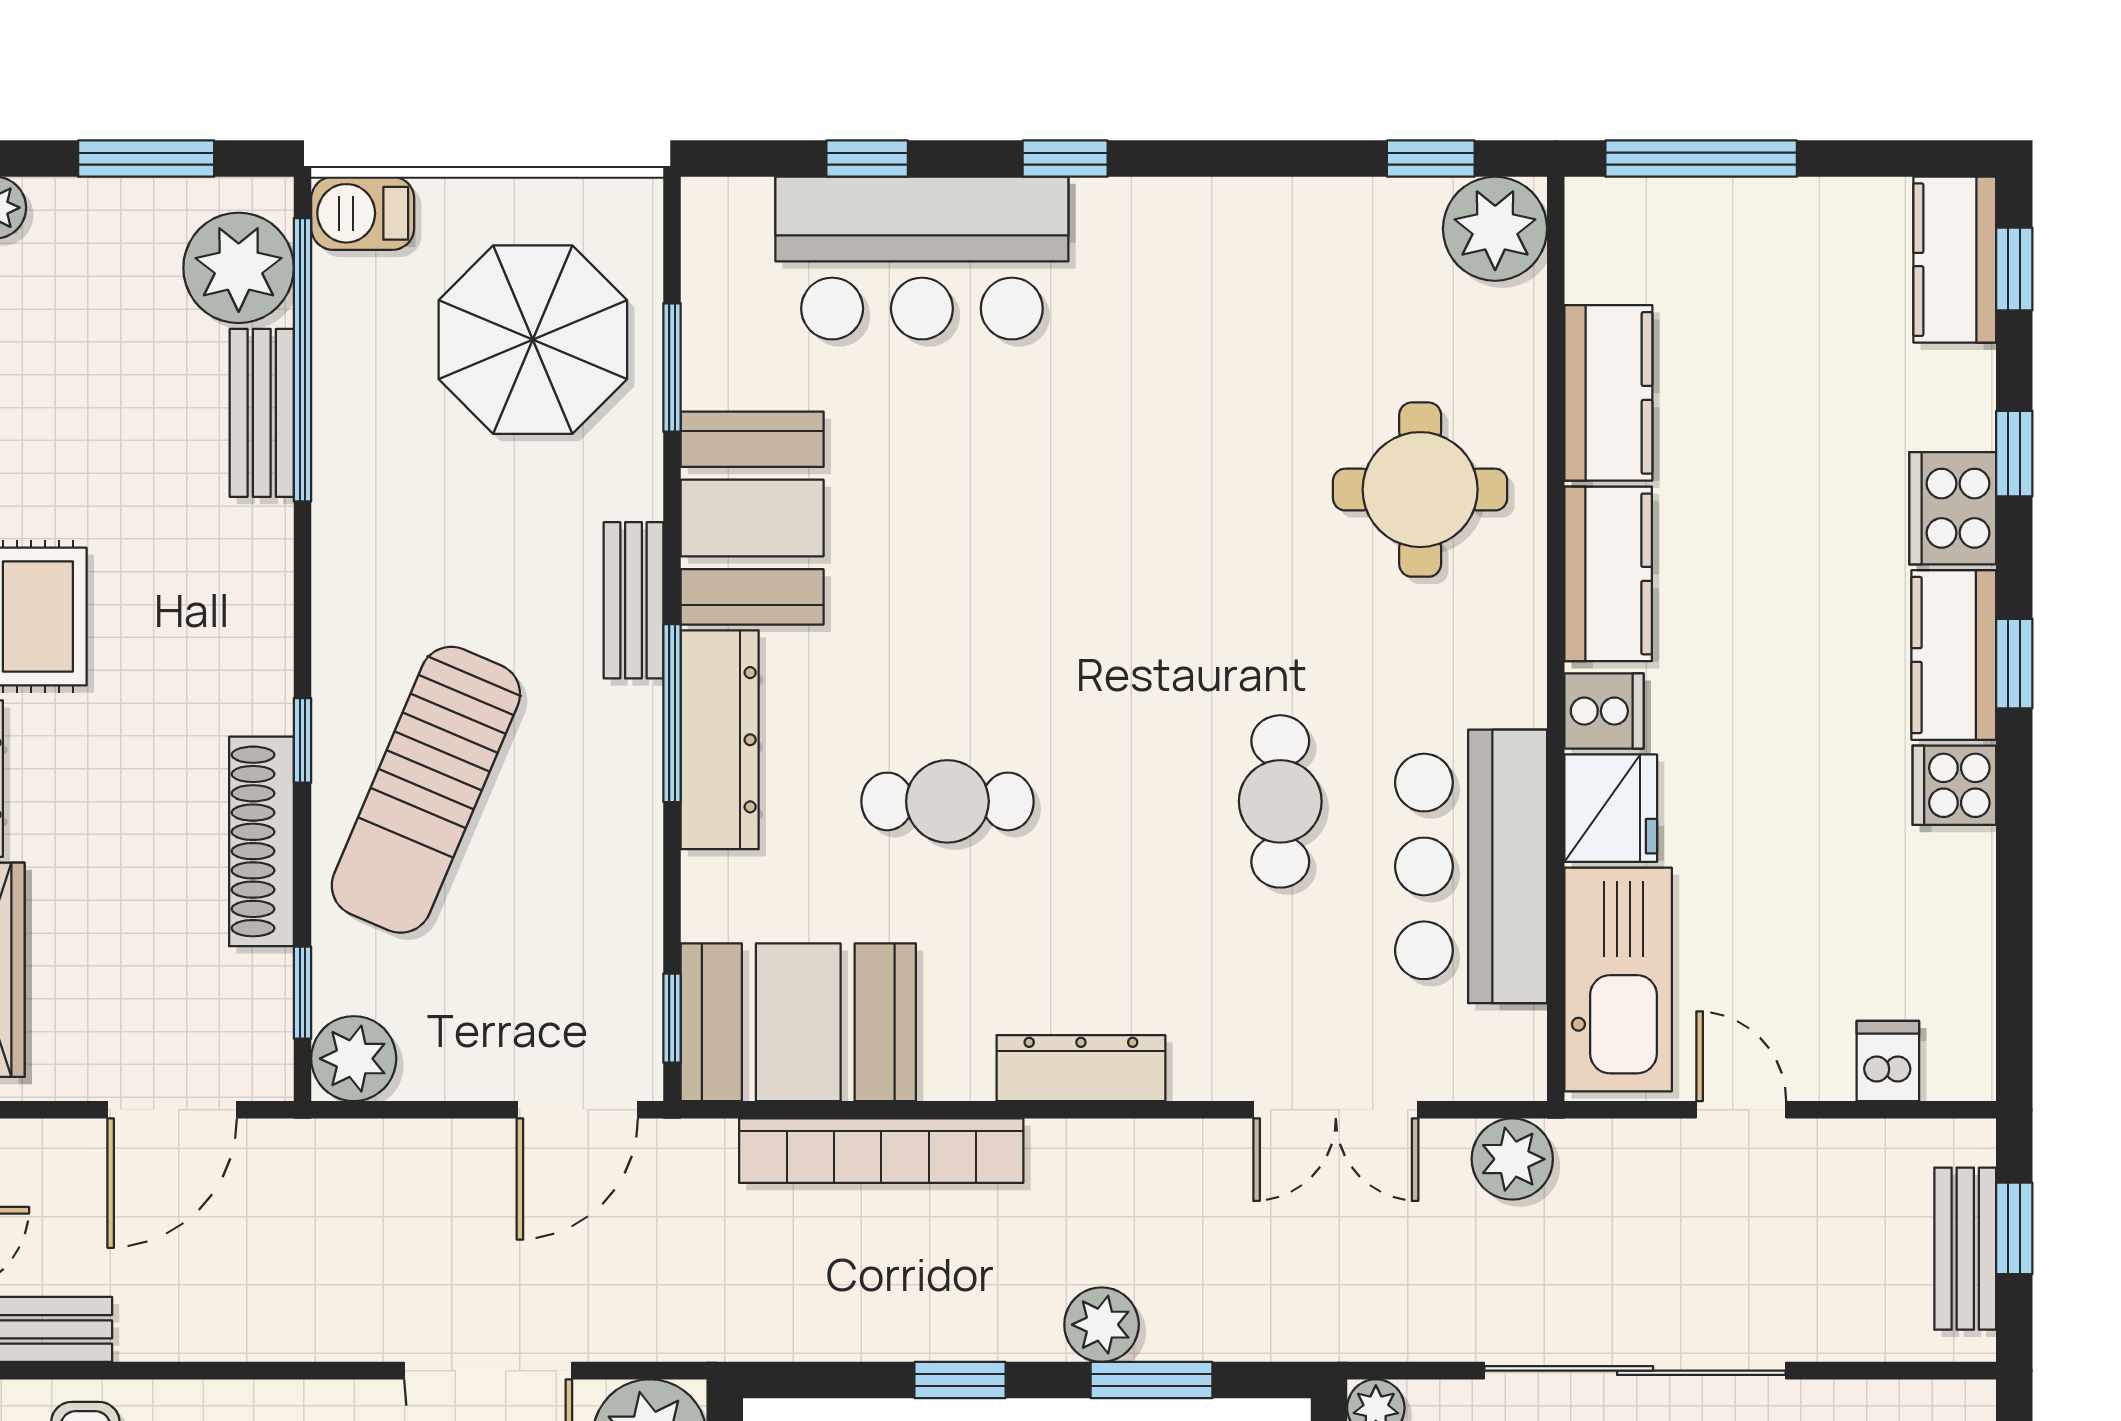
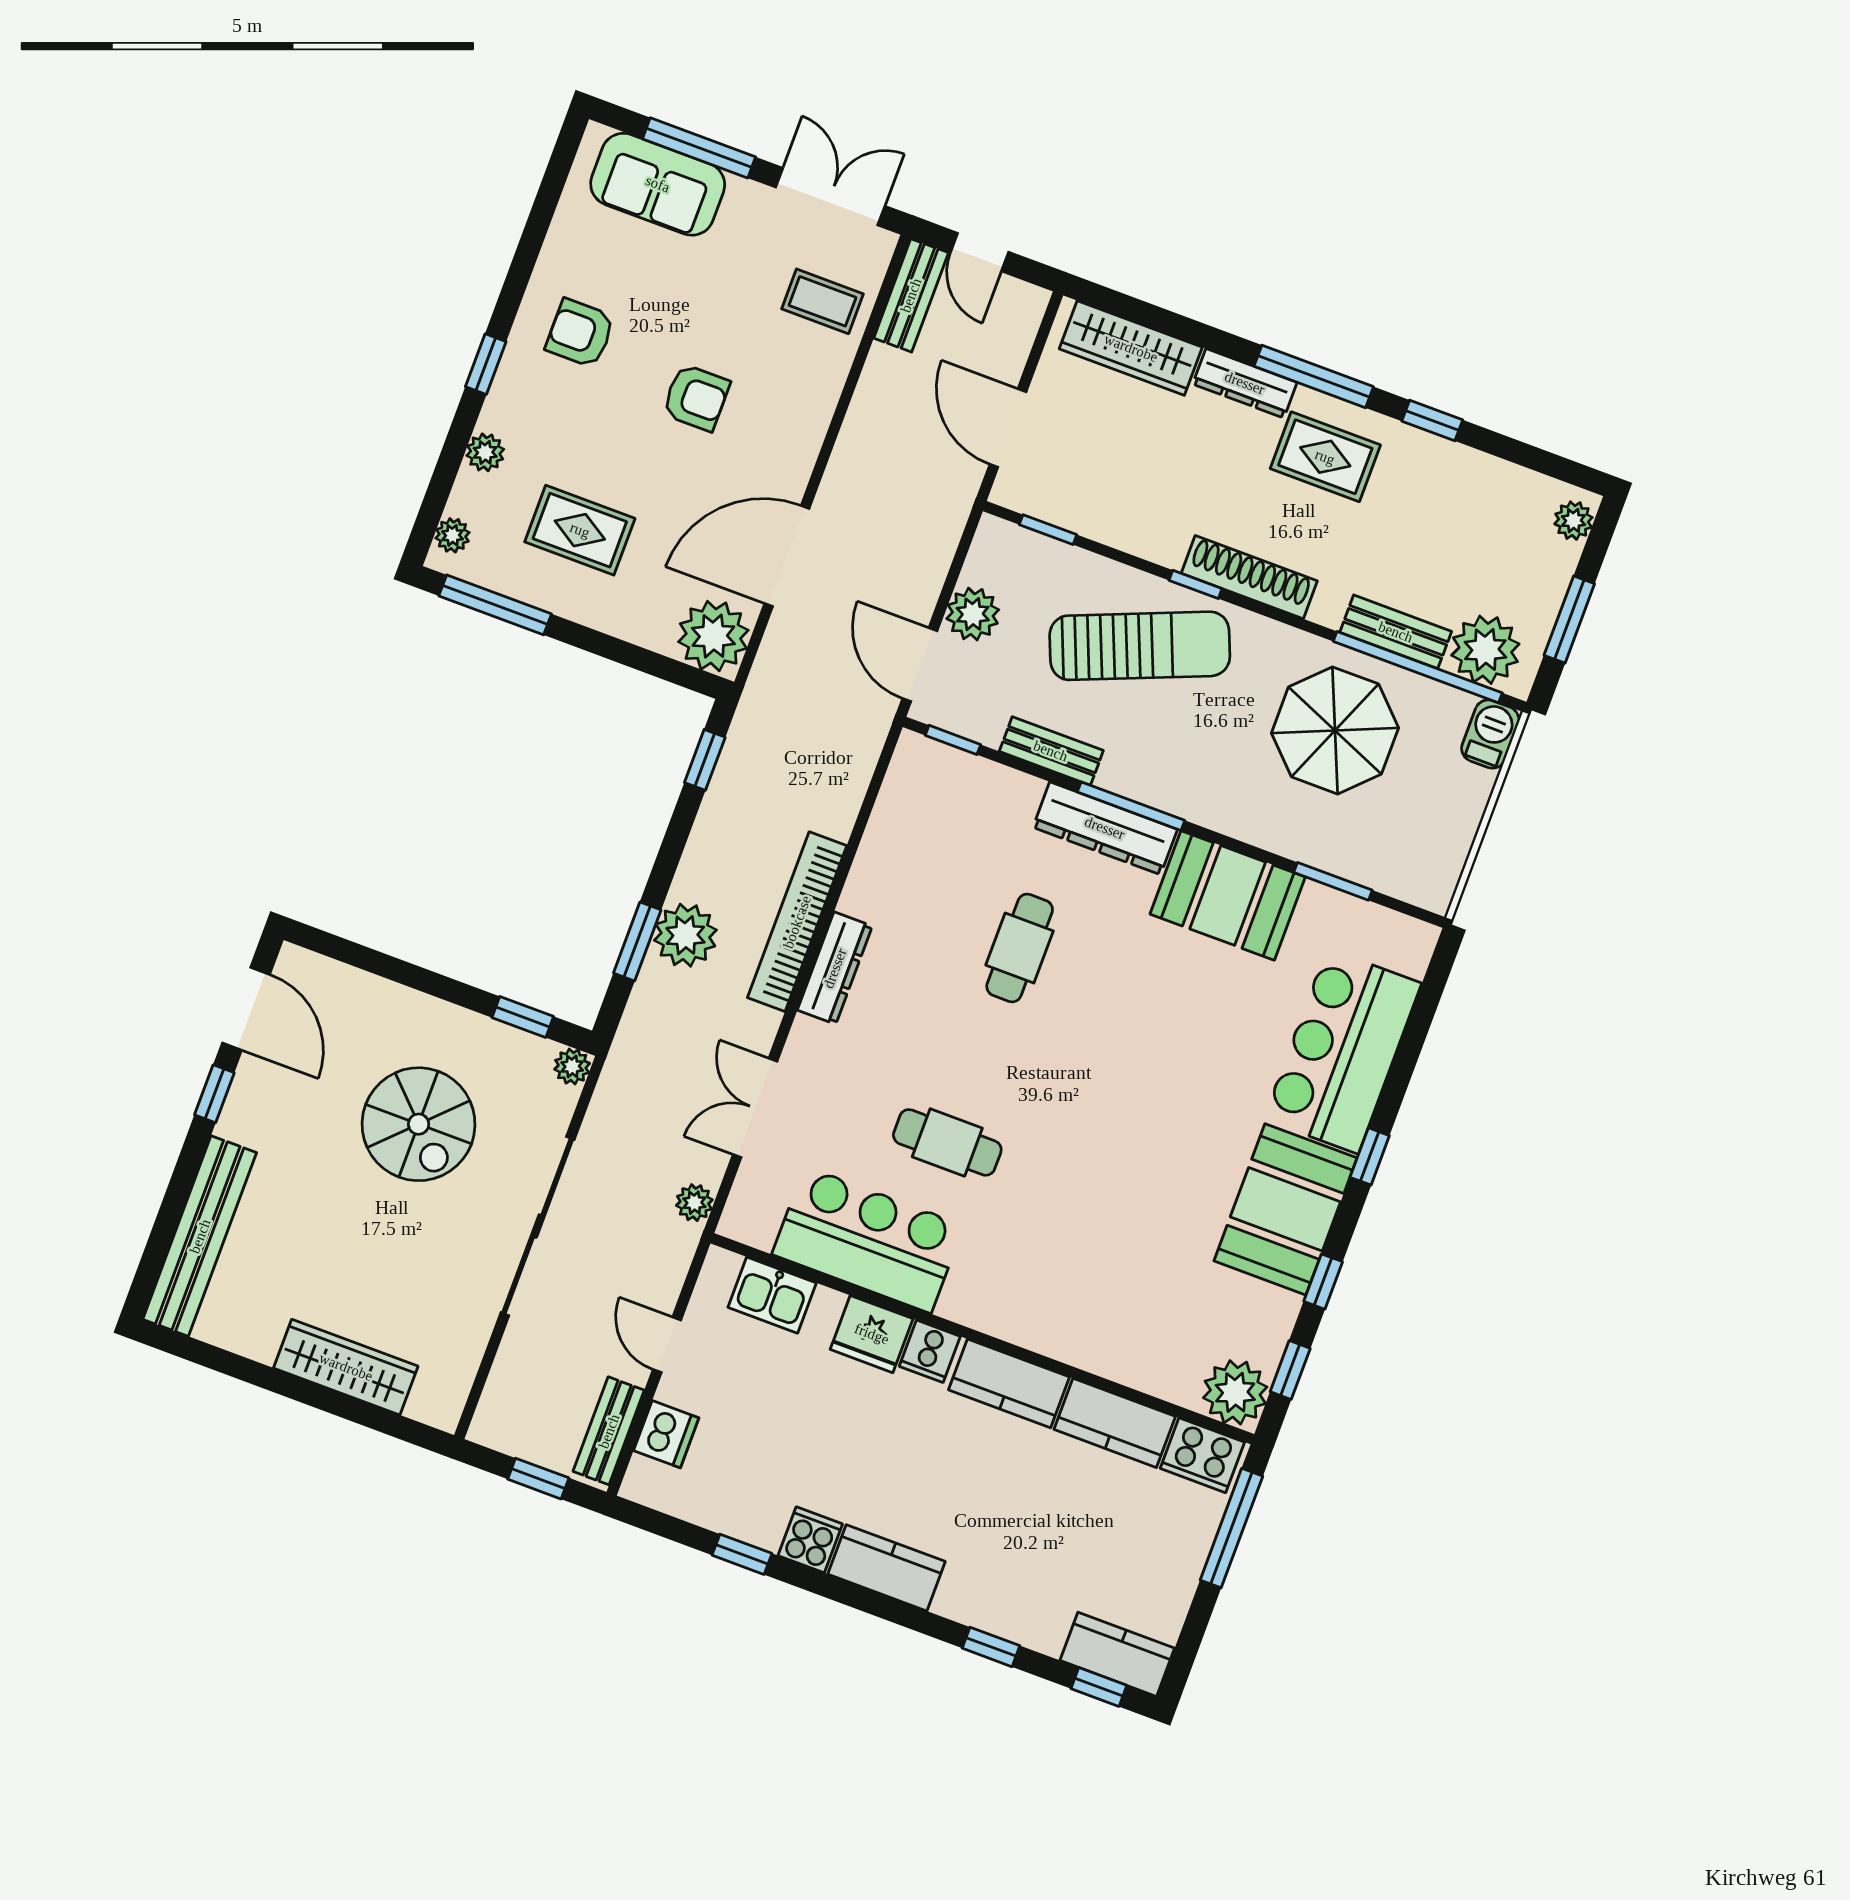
window: (867, 159) -> (1323, 1282), moved
parasol: (533, 340) -> (1335, 730), moved
round table: (1420, 490) -> (1099, 1292), removed
cooker: (1953, 508) -> (1202, 1455), moved, turned 180
bench: (633, 600) -> (1051, 751), moved
window: (2014, 664) -> (742, 1554), moved
sun lounger: (426, 790) -> (1140, 646), turned 135
shoe rack: (261, 841) -> (1249, 577), moved
kitchen sink: (1618, 980) -> (772, 1295), width x0.53, depth x0.81
booth: (798, 1022) -> (1285, 1209), moved
plant: (354, 1059) -> (973, 614), moved
dishwasher: (1888, 1061) -> (666, 1434), width x1.38
door: (1741, 1110) -> (667, 1345), swing flipped
bookcase: (881, 1151) -> (797, 922), moved
plant: (1512, 1159) -> (694, 1203), width x0.73, depth x0.73
bench: (1965, 1249) -> (609, 1431), moved, turned 90
plant: (1102, 1325) -> (685, 935), width x1.36, depth x1.36
window: (960, 1380) -> (705, 760), moved

